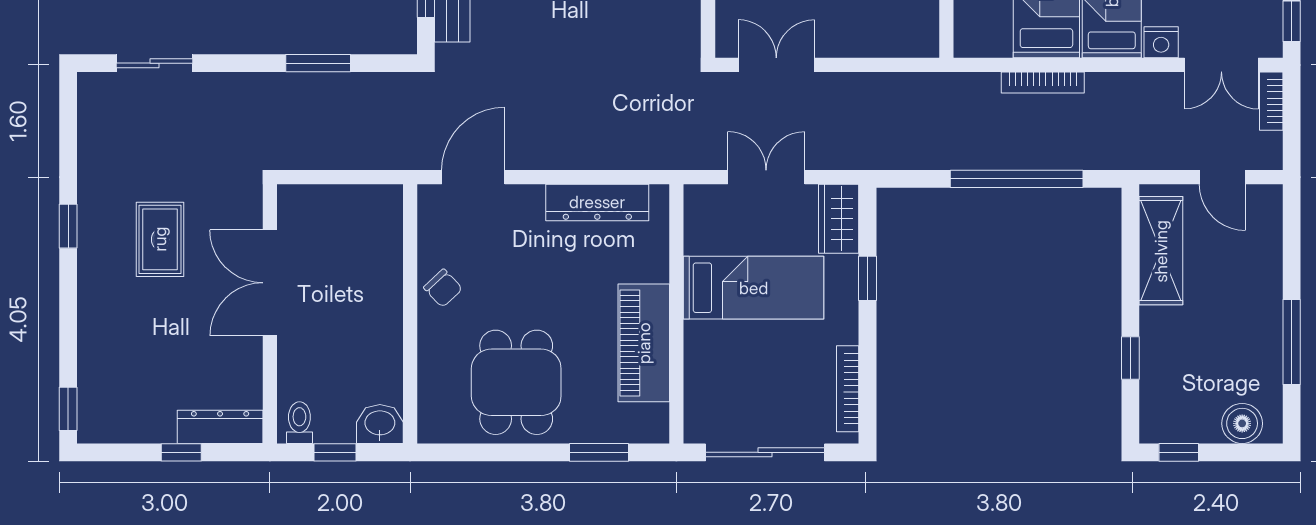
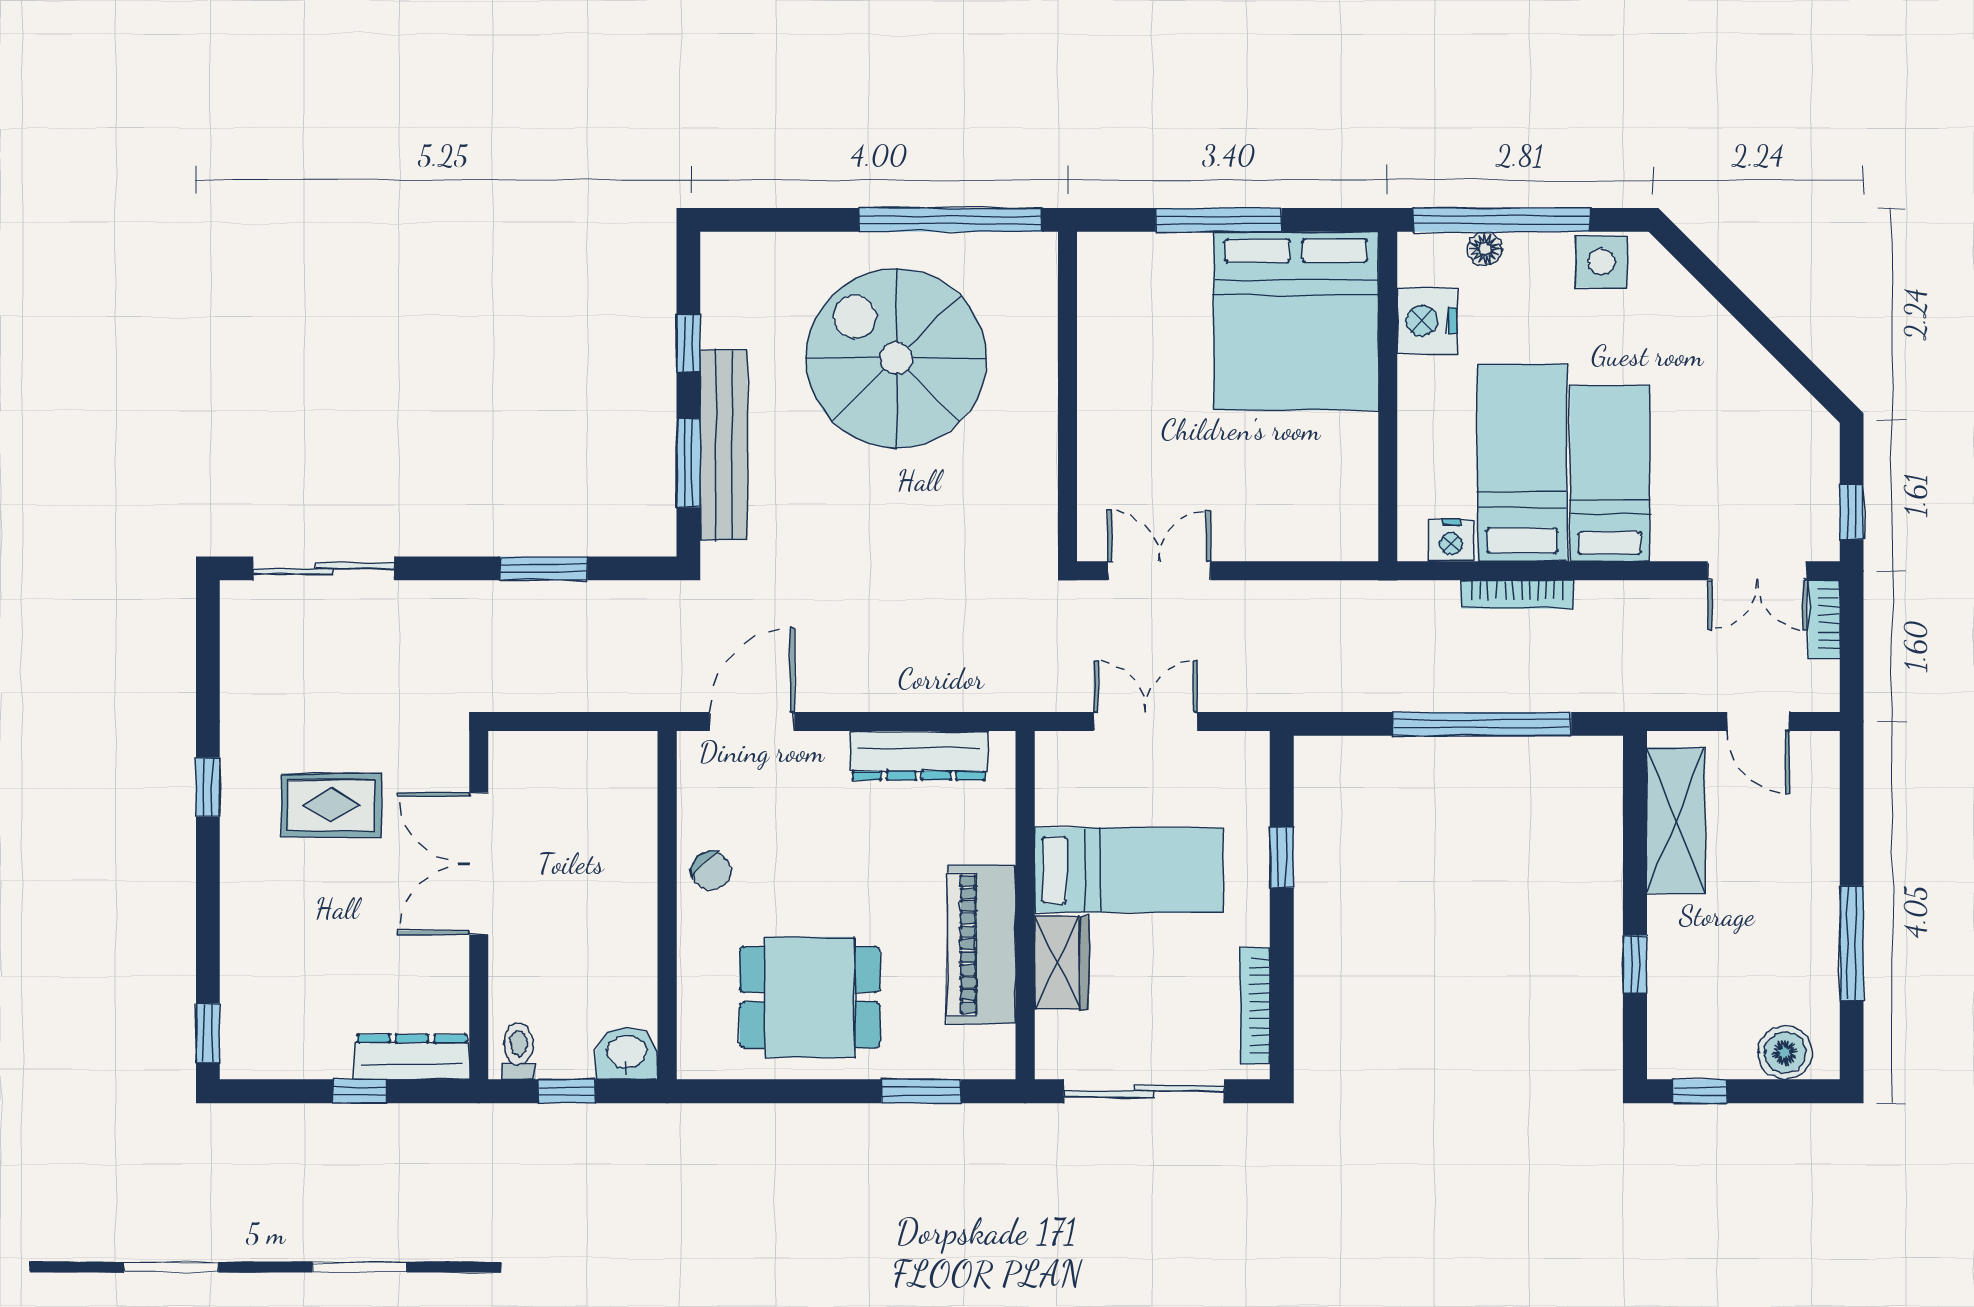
nightstand: (1161, 42) -> (1451, 540), moved
sliding door: (154, 63) -> (324, 568), width x1.37
wardrobe: (839, 219) -> (1061, 963), moved, turned 180
rug: (160, 239) -> (331, 805), turned 90
dining table: (516, 382) -> (810, 997), turned 90

